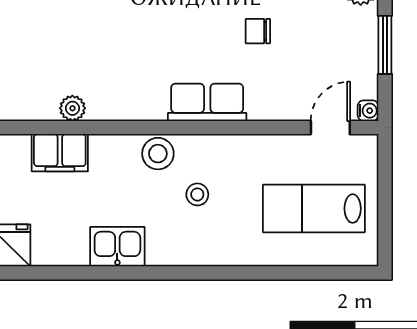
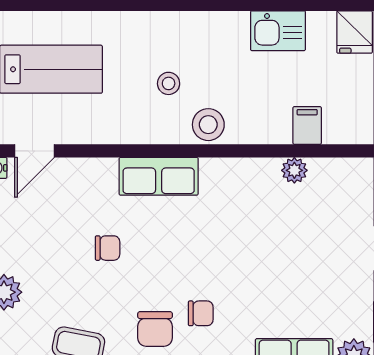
filing cabinet: (60, 153) -> (307, 125), width x0.50
kitchen sink: (117, 247) -> (278, 31), moved

